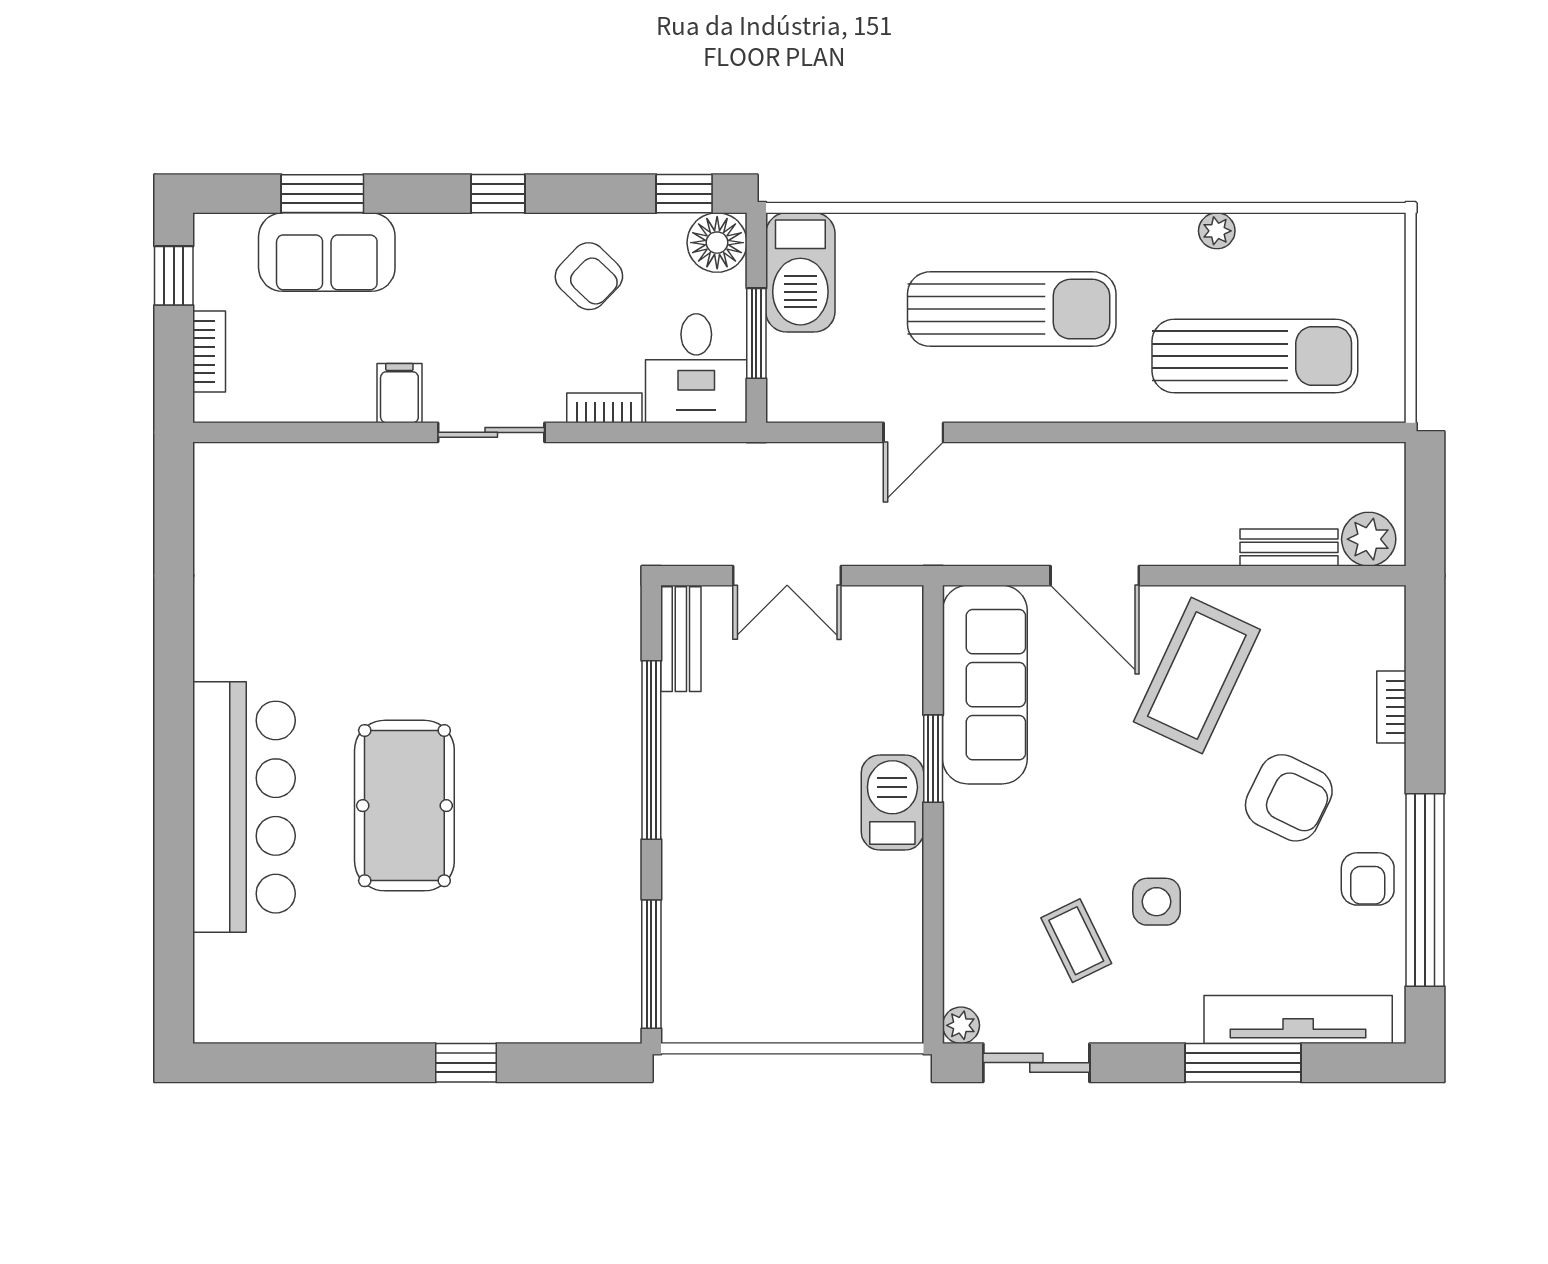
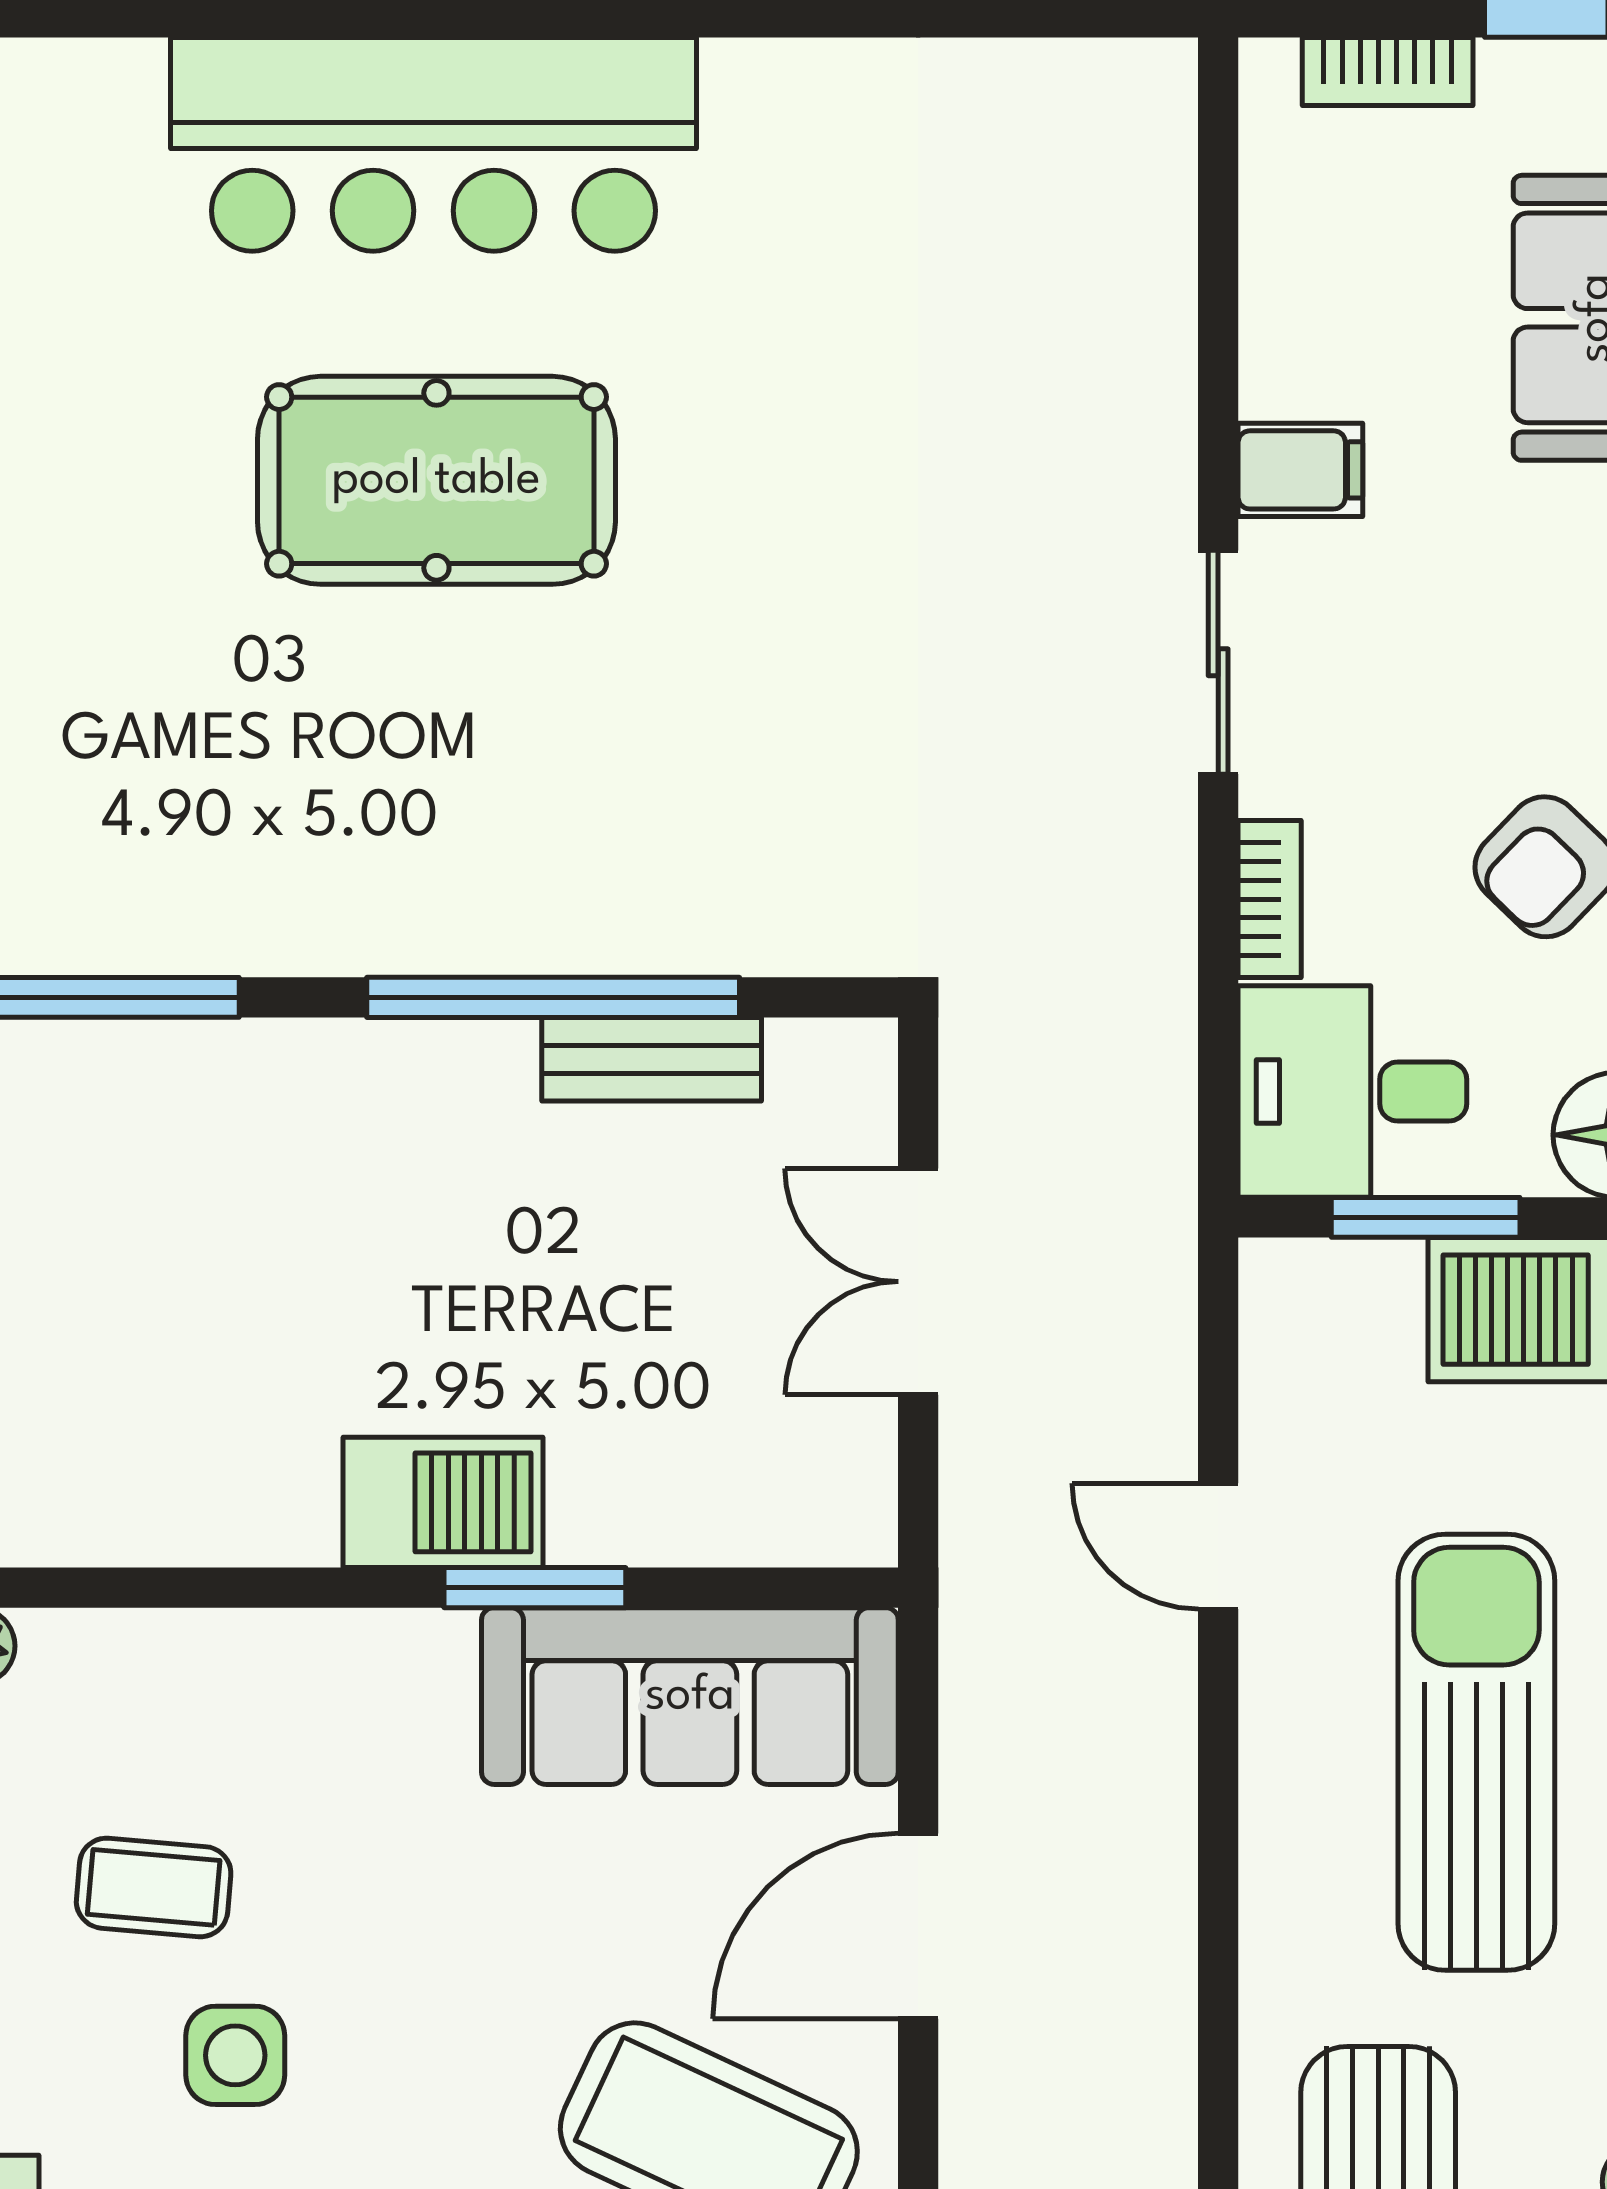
sun lounger: (1012, 309) -> (1476, 1752), turned 180
bench: (681, 639) -> (652, 1059), moved
coffee table: (1076, 941) -> (154, 1887), turned 31

